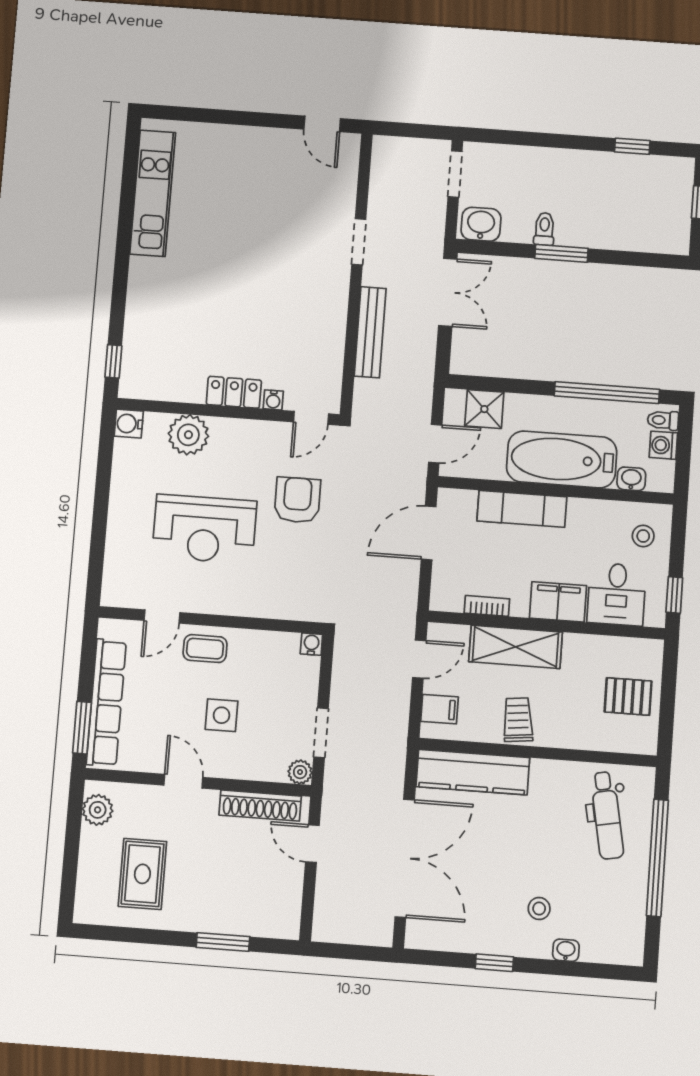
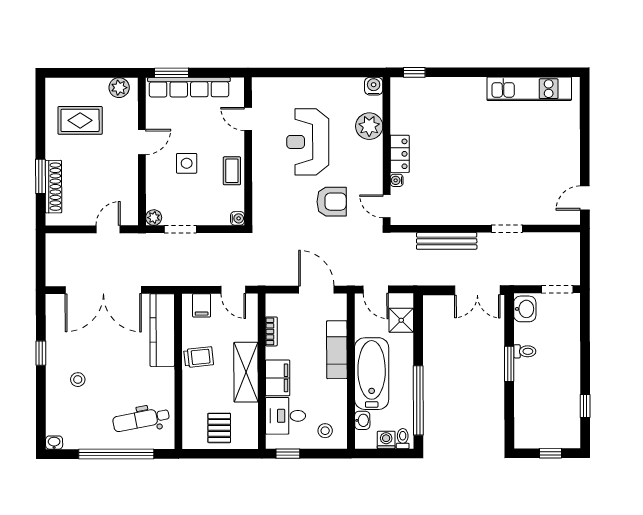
shelving: (516, 647) -> (246, 372), moved
coffee table: (205, 649) -> (232, 171), moved
shoe rack: (260, 806) -> (53, 187), moved, turned 180
washbasin: (566, 950) -> (54, 443), moved, turned -90

